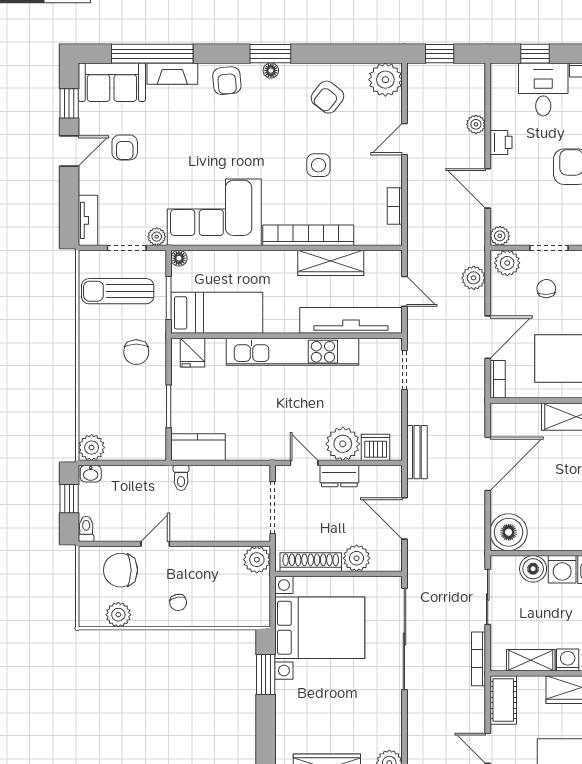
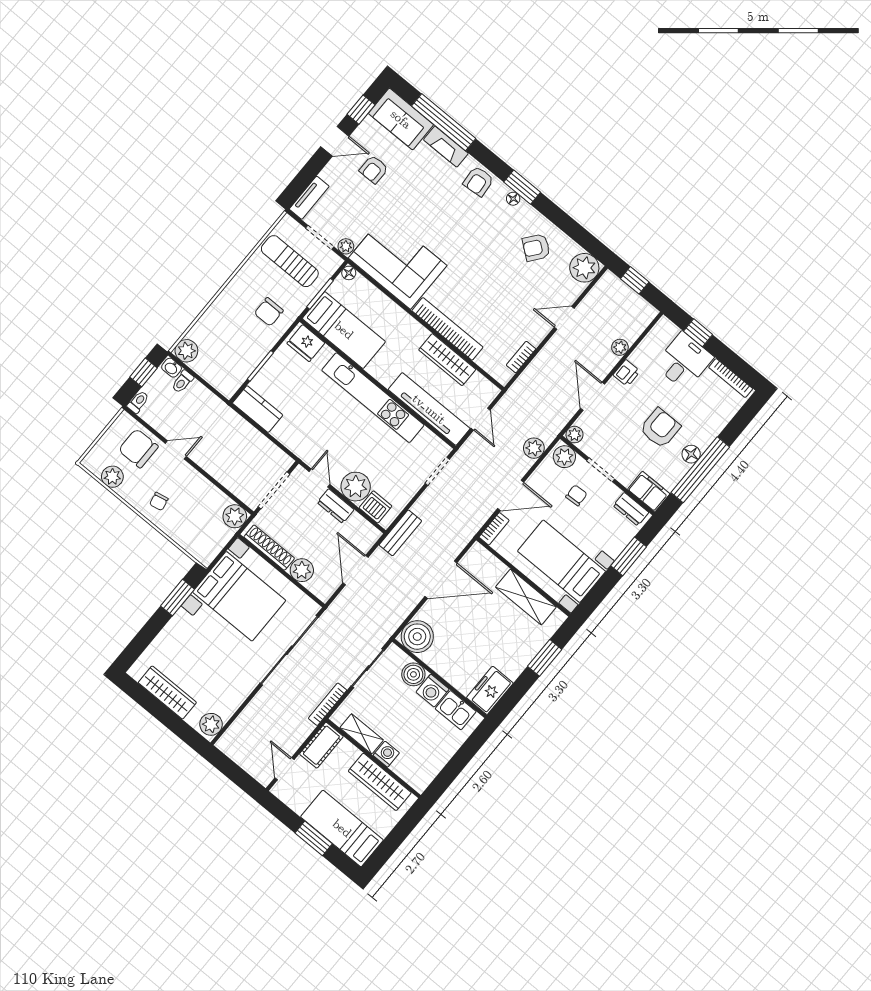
side table: (318, 165) -> (493, 288), removed
fridge: (192, 353) -> (306, 343), width x1.38
toilet: (181, 478) -> (182, 382), moved

